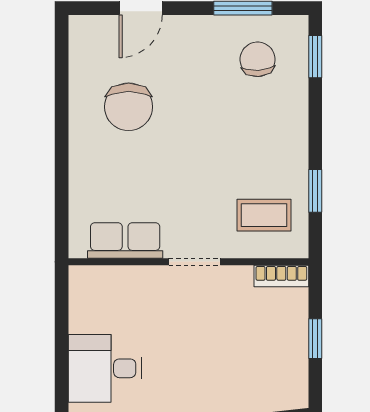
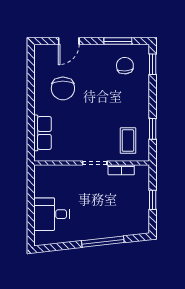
coffee table: (264, 215) -> (128, 141), turned 90
row of seats: (125, 240) -> (43, 133), moved, turned 90
bookcase: (281, 276) -> (121, 170), moved

